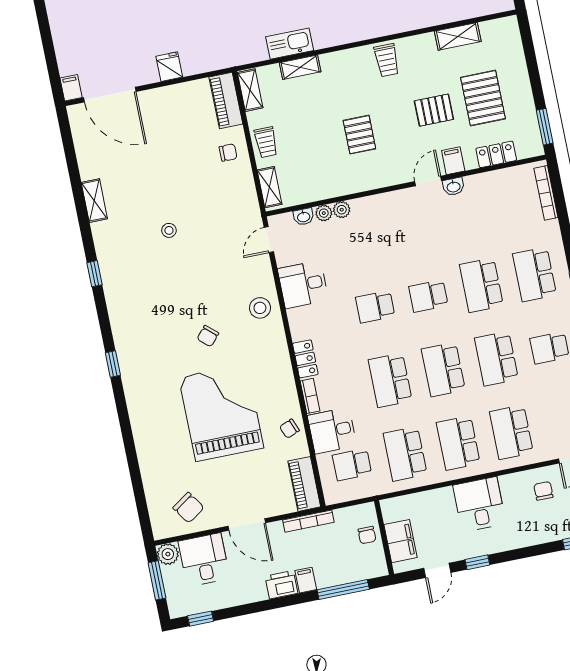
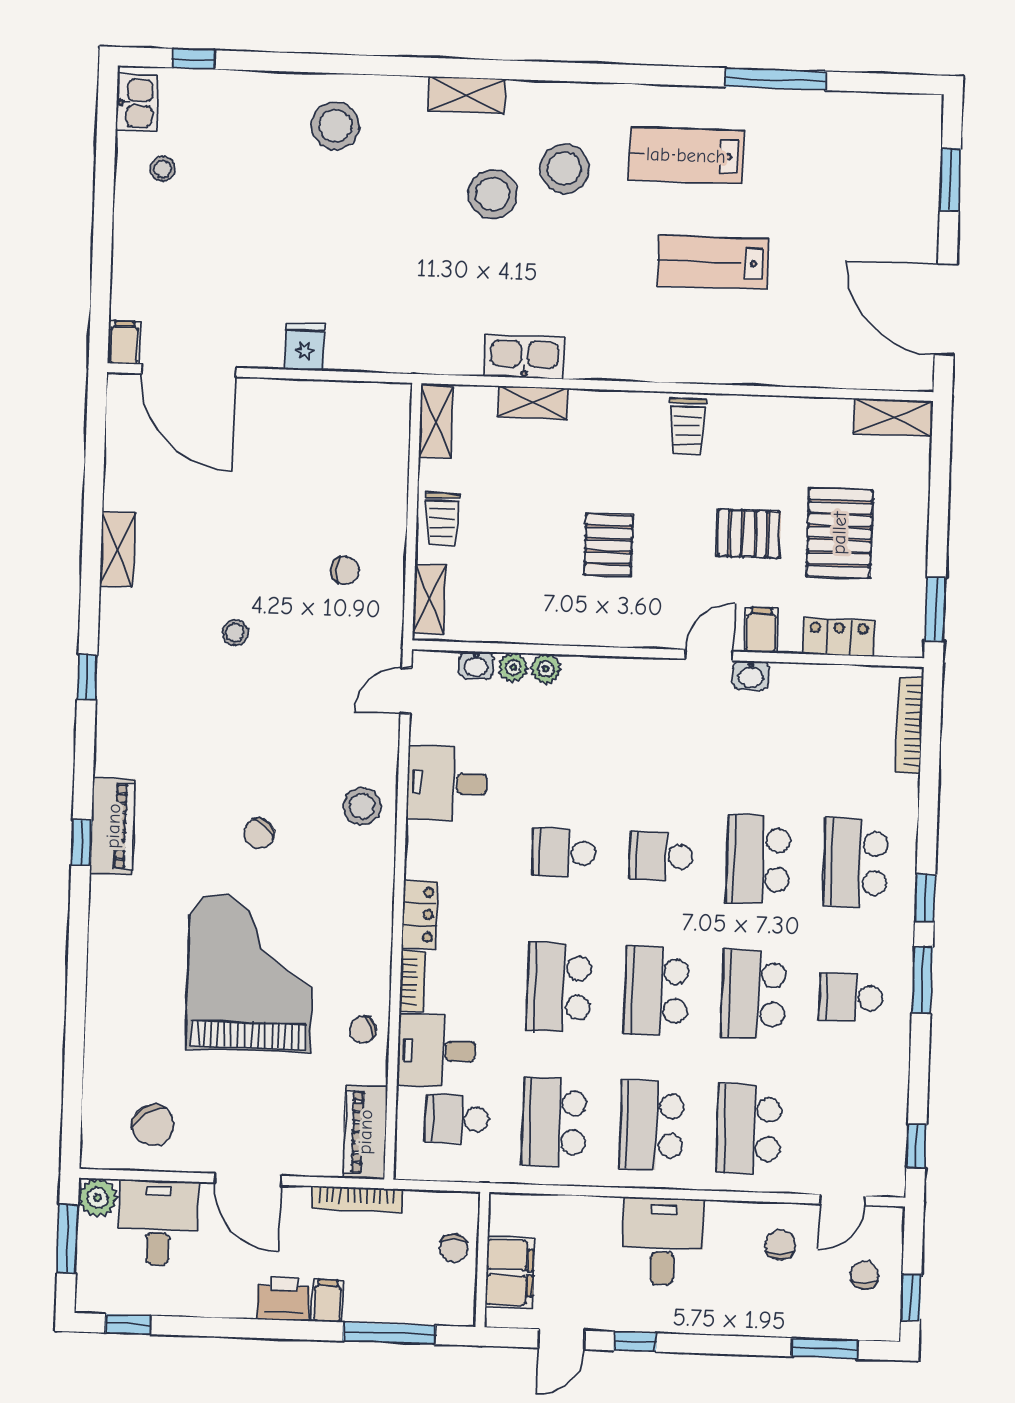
shelving: (458, 36) -> (893, 417), moved
piano: (226, 101) -> (113, 826), moved, turned 180
chair: (228, 153) -> (345, 570), moved

